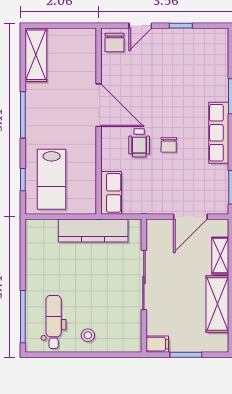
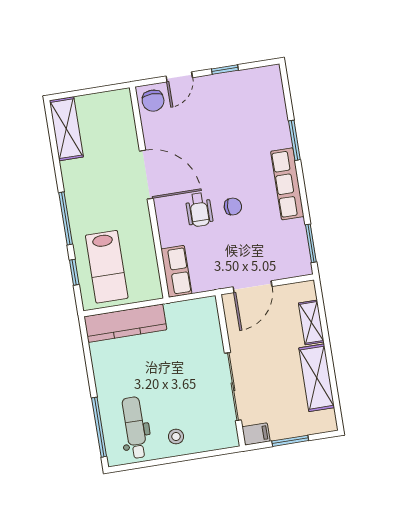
window: (23, 115) -> (66, 218), moved
chair: (169, 145) -> (233, 207), turned -91
door: (190, 217) -> (252, 287), moved
kitchen counter: (93, 231) -> (125, 323), moved
sliding door: (144, 280) -> (233, 387), moved

